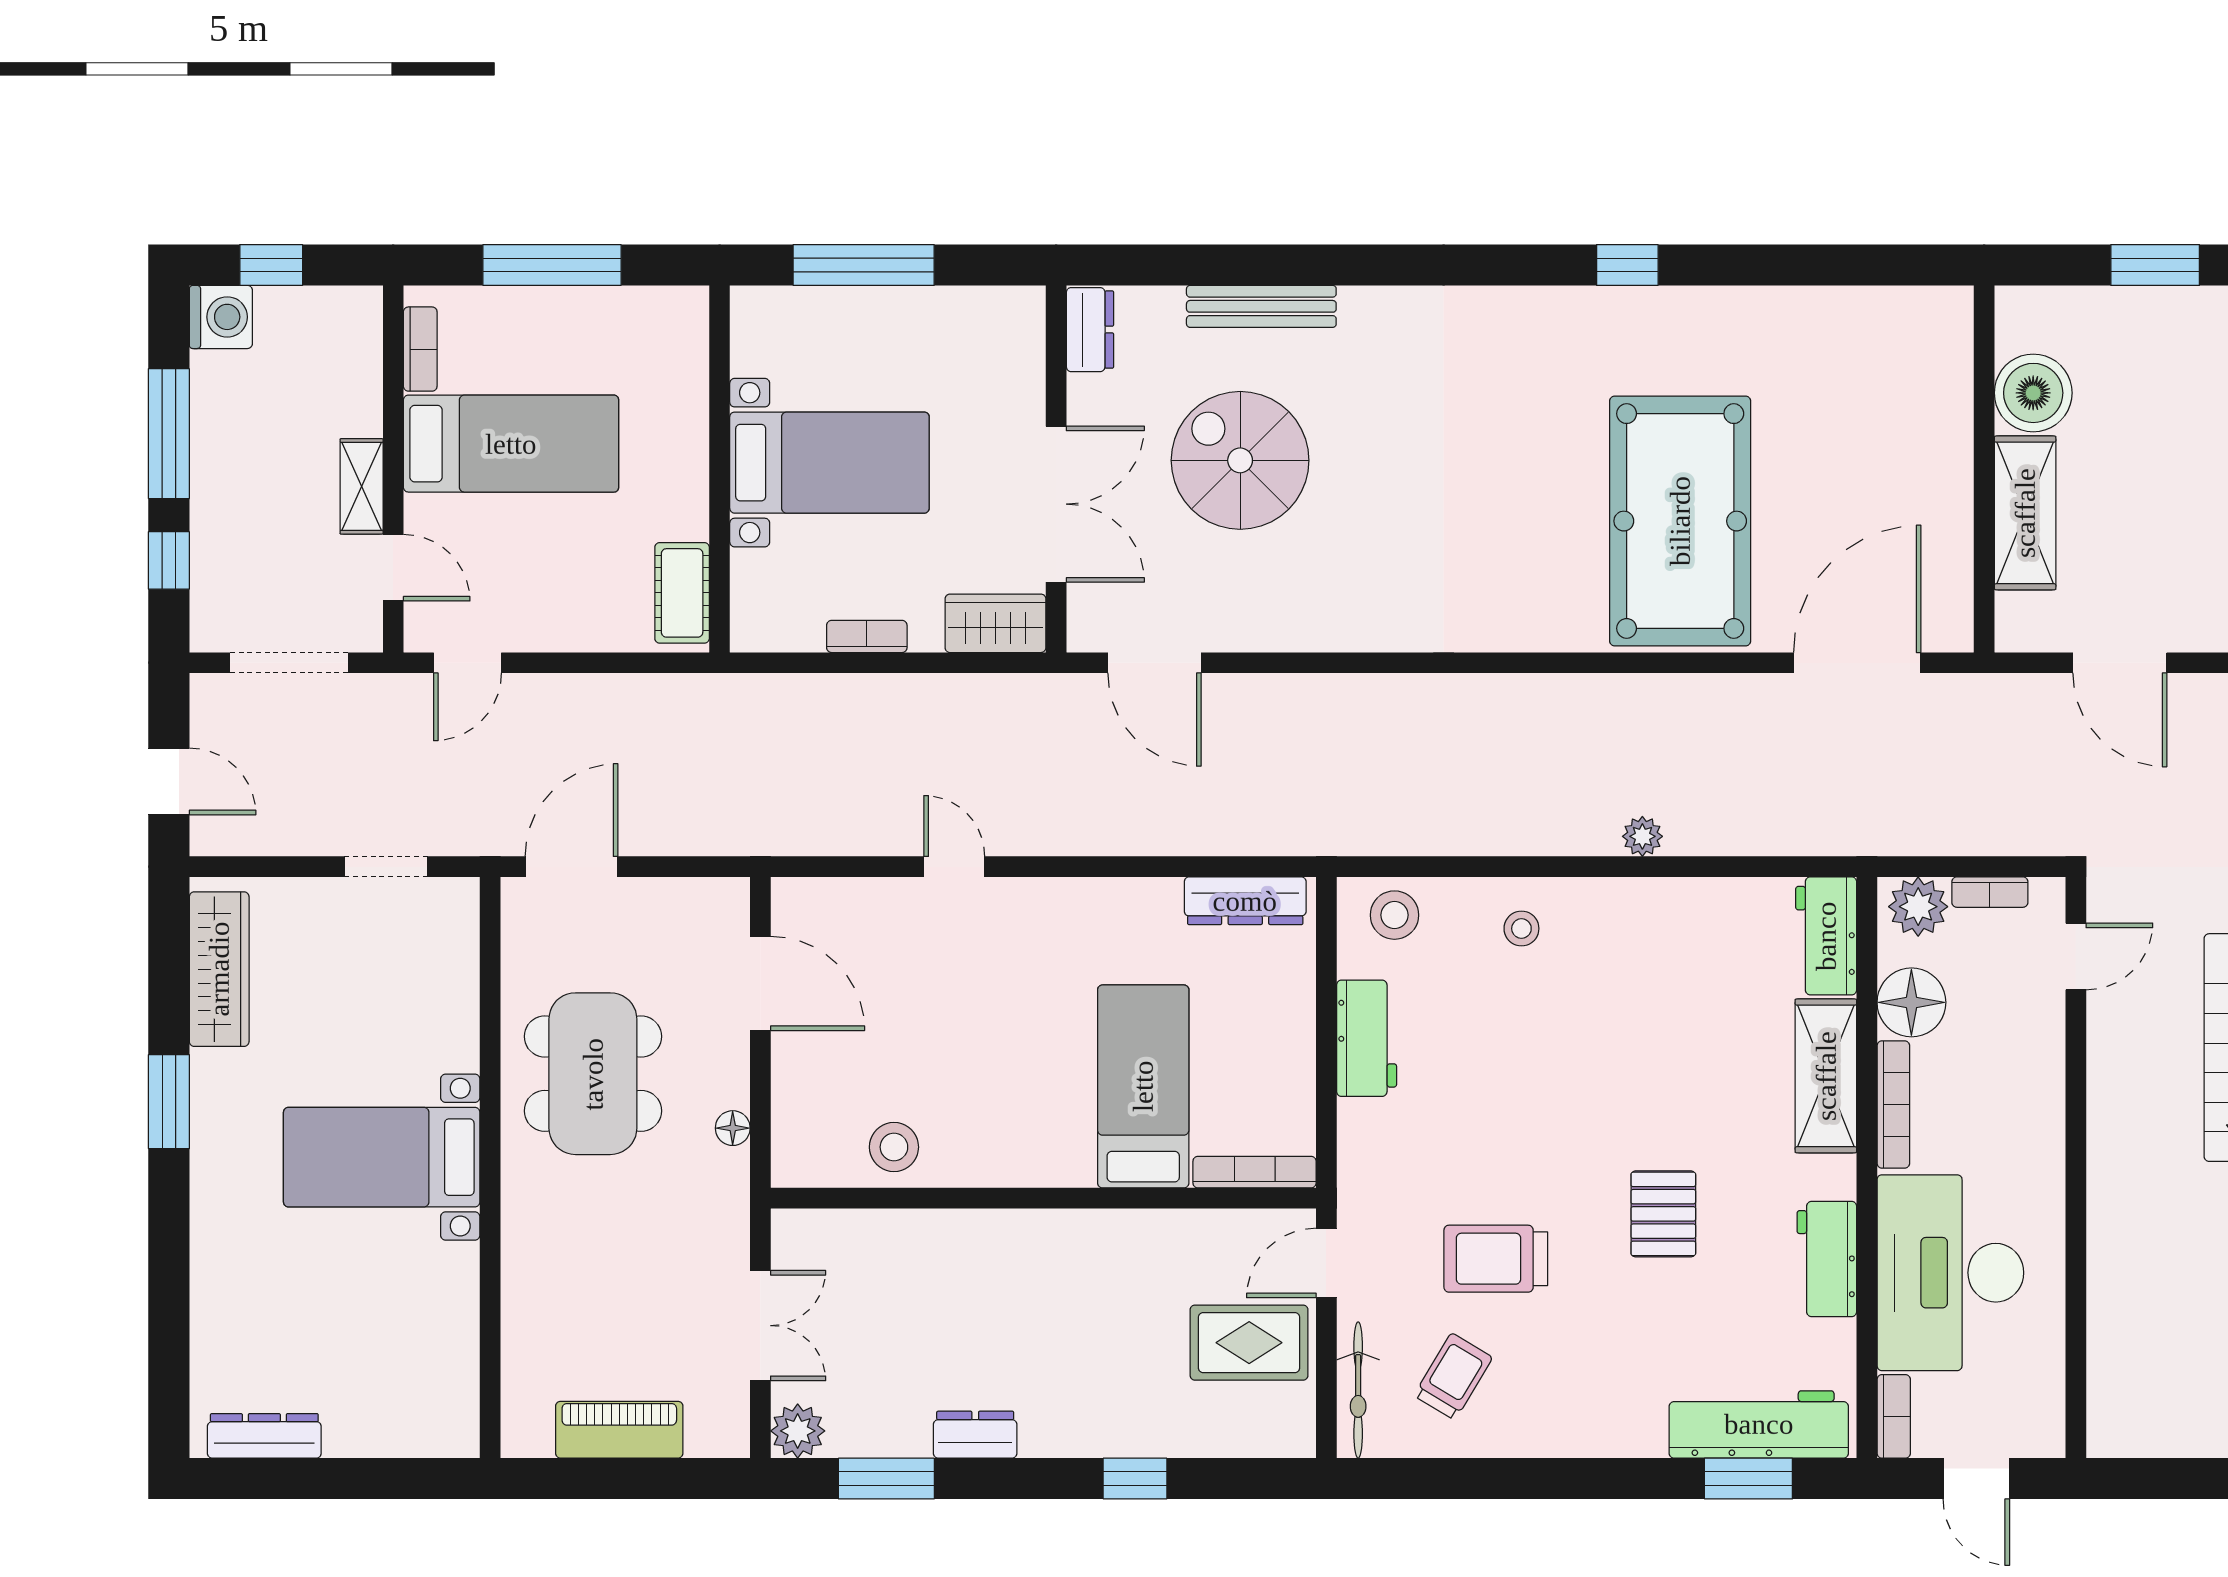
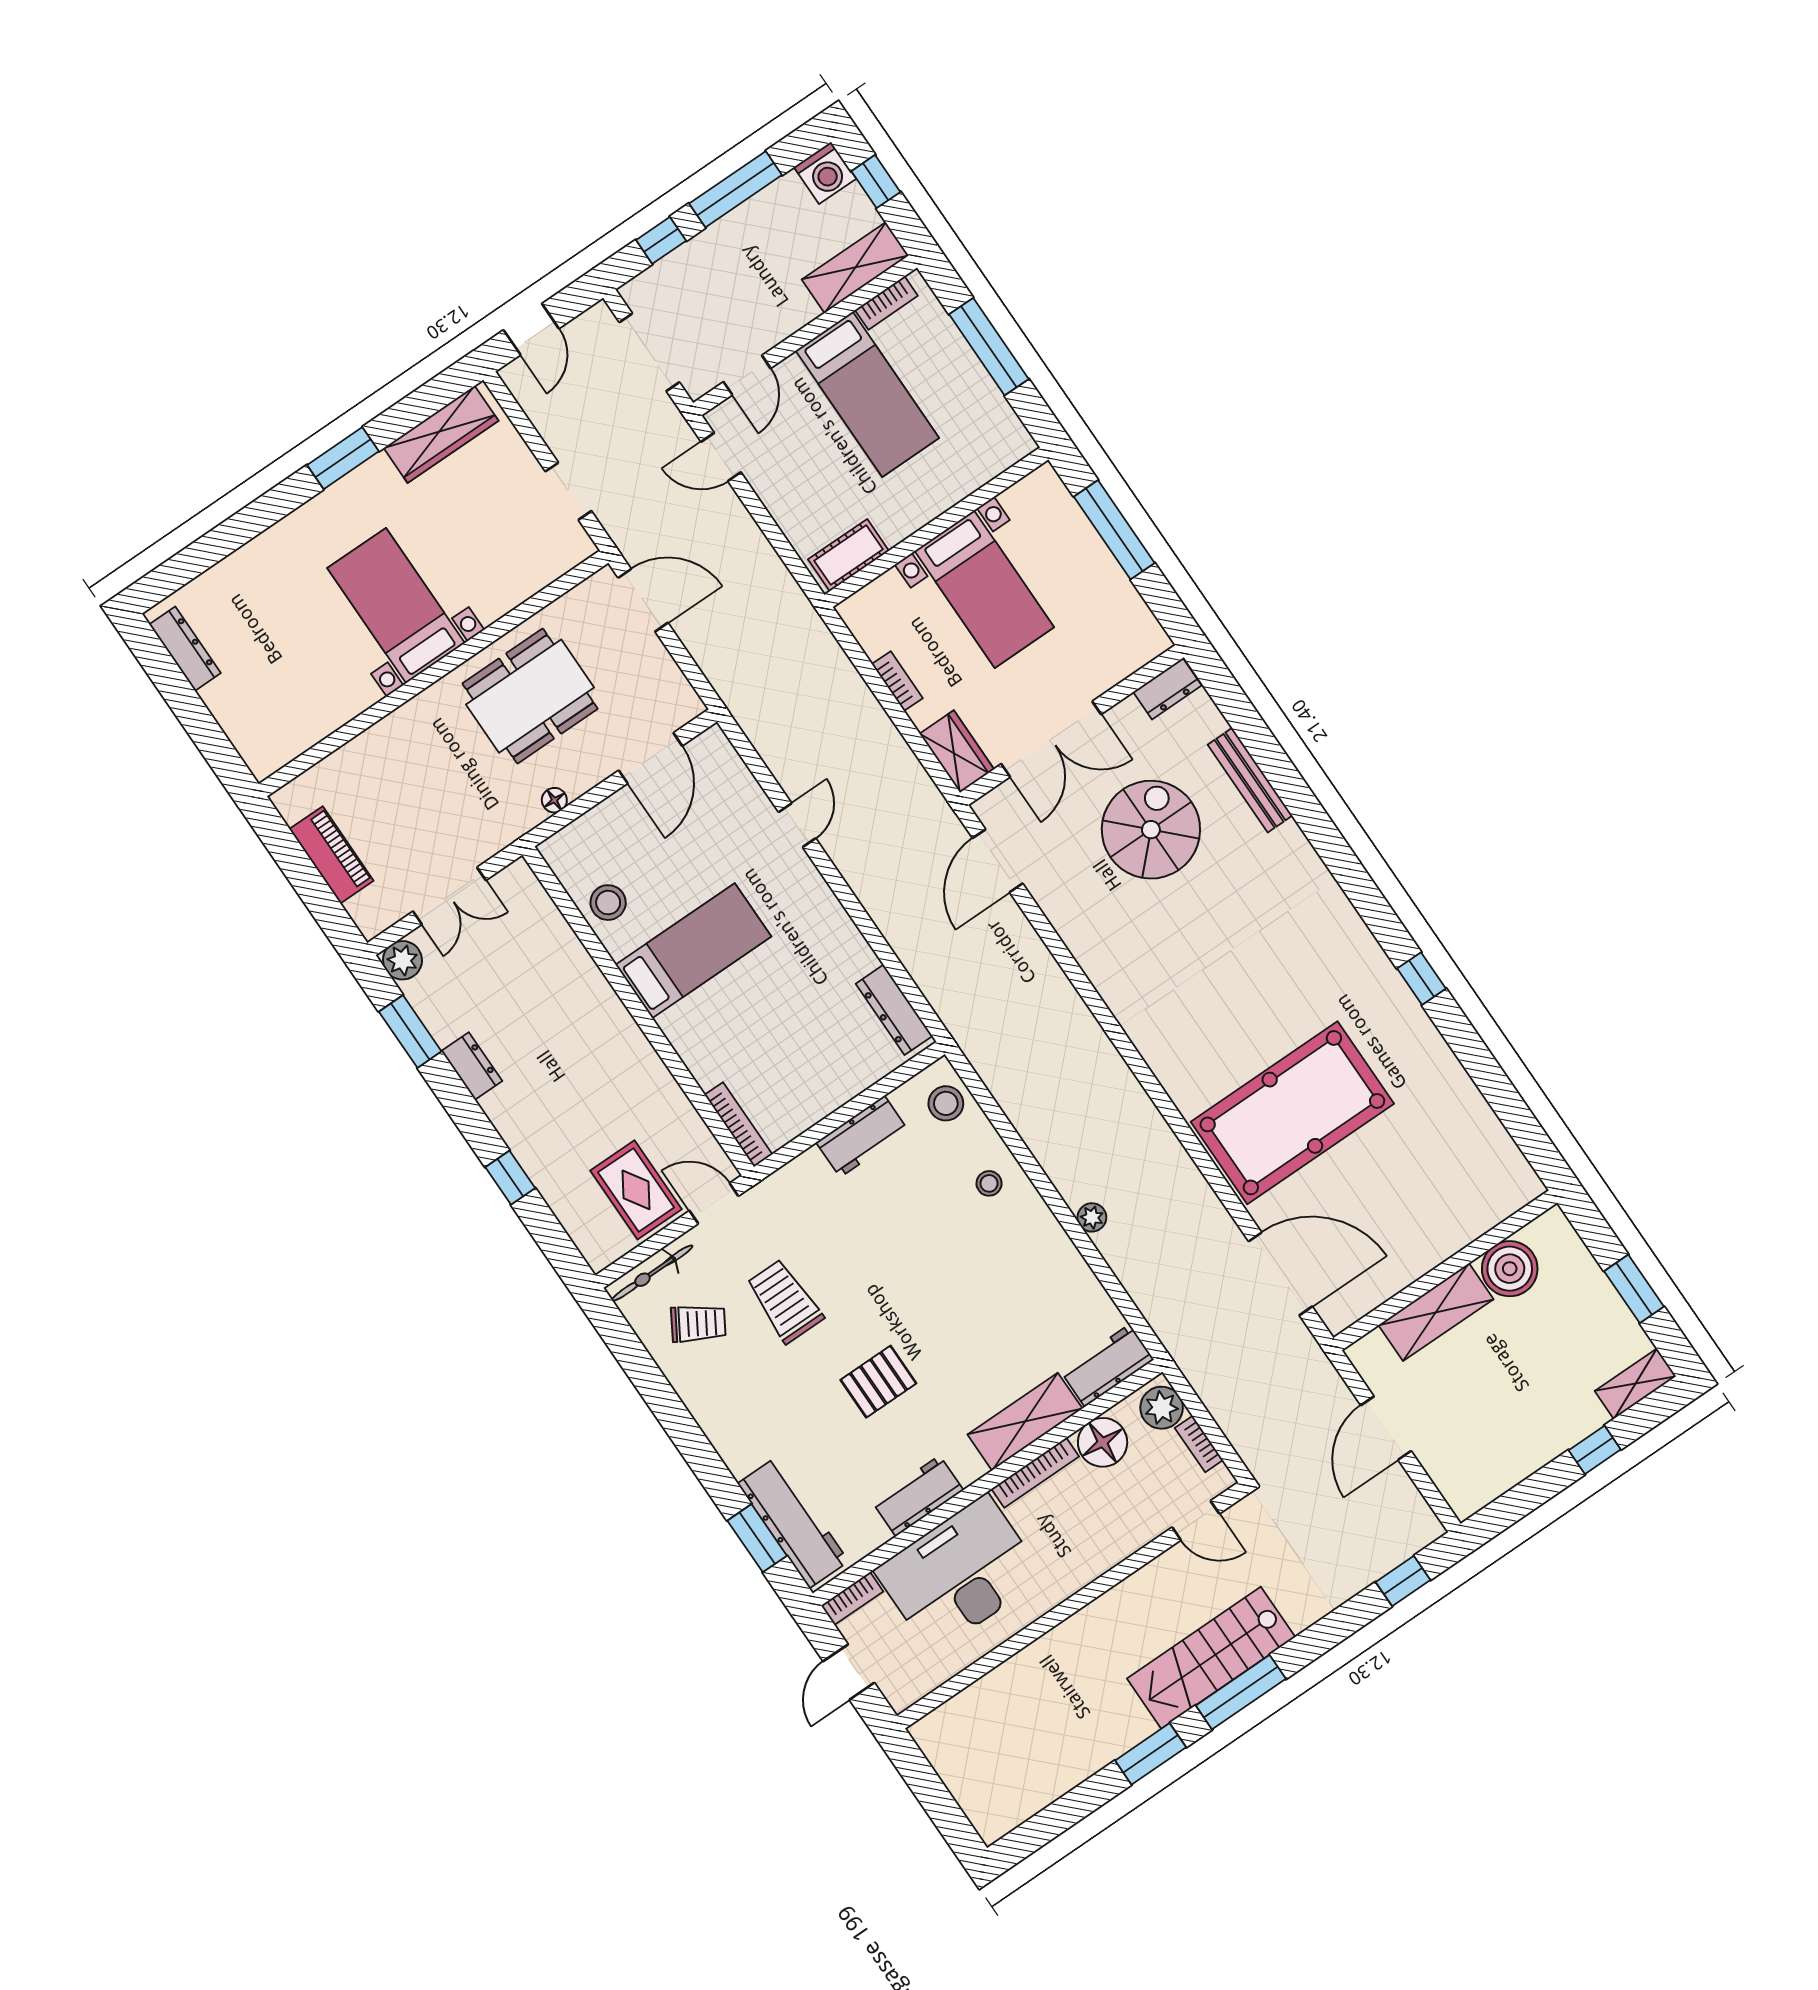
shelving: (362, 486) -> (855, 268), moved, width x1.50, depth x1.33
bed: (1143, 1086) -> (693, 951), moved

